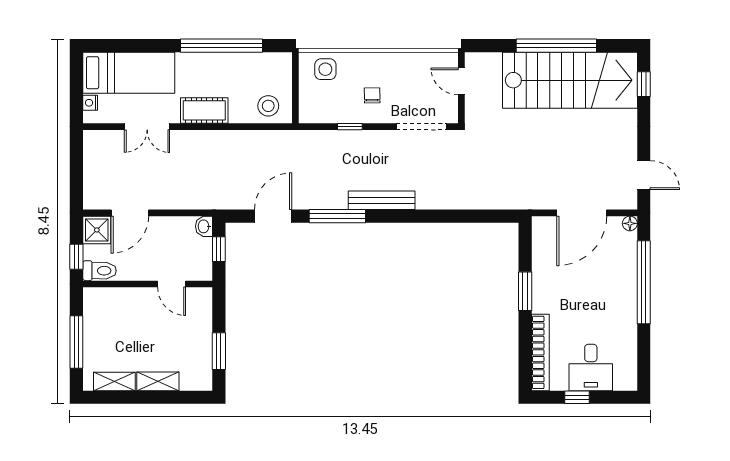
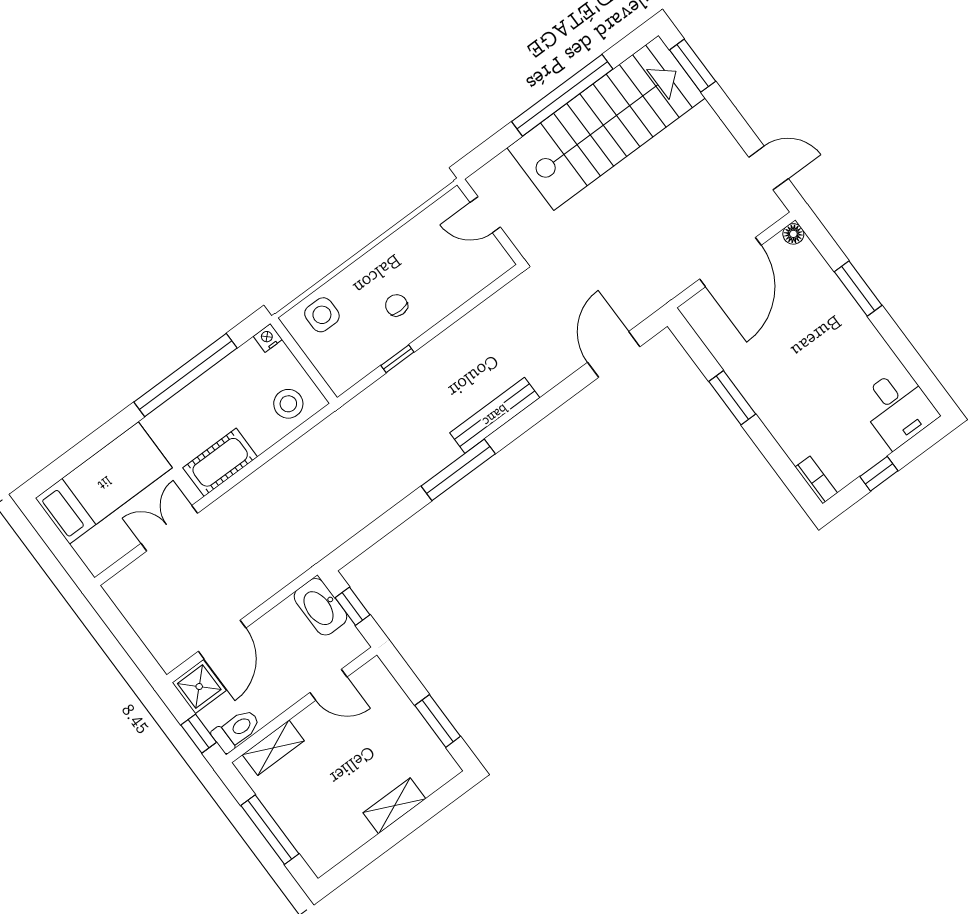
window: (644, 84) -> (693, 66), width x1.50
nightstand: (90, 103) -> (268, 338), moved, turned 90
double door: (147, 127) -> (169, 528), swing flipped
doorway: (422, 127) -> (478, 299), removed
door: (273, 216) -> (614, 354), moved
washbasin: (204, 226) -> (320, 607), width x1.91, depth x1.45
window: (644, 282) -> (858, 288), width x0.47
bookcase: (540, 352) -> (816, 480), width x0.43, depth x0.76
desk: (591, 367) -> (898, 408), moved
shelving: (114, 381) -> (273, 748), moved

